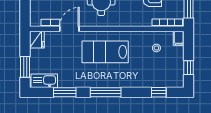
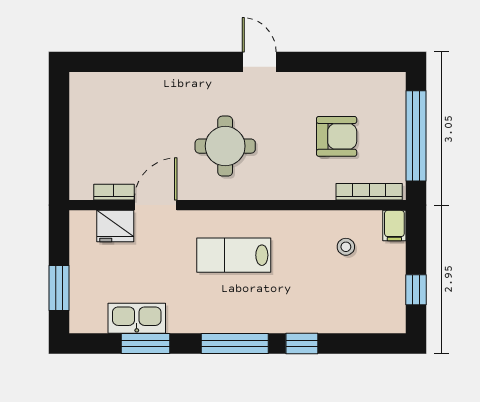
fridge: (37, 40) -> (115, 226), moved, turned 90
lab bench: (105, 52) -> (234, 255), width x0.73, depth x0.72
kitchen sink: (44, 81) -> (137, 318), moved
window: (159, 92) -> (302, 343), moved

